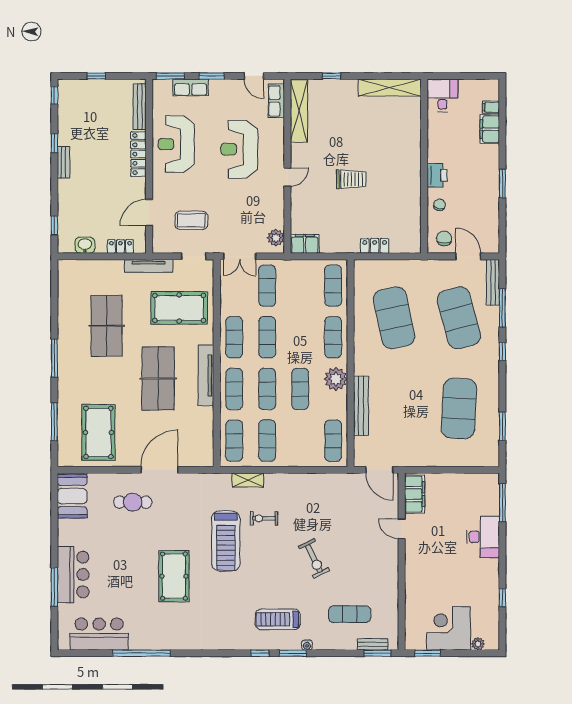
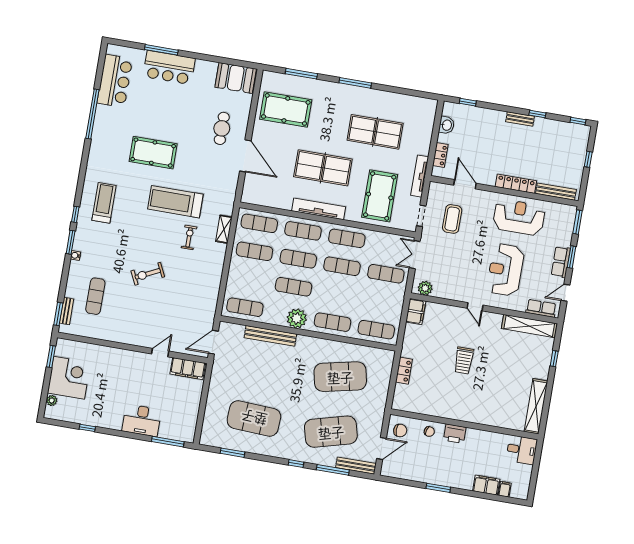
row of seats: (191, 87) -> (561, 262), moved
reception desk: (239, 149) -> (505, 270), turned -90
treadmill: (278, 619) -> (104, 203), moved

